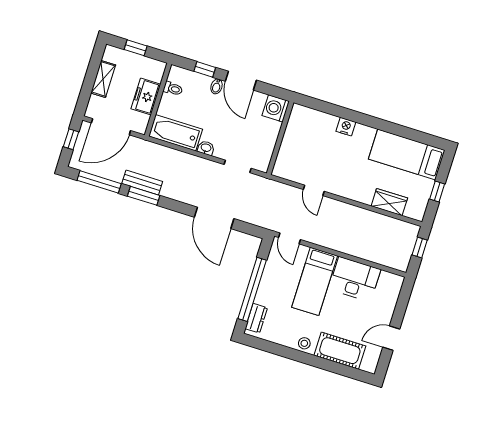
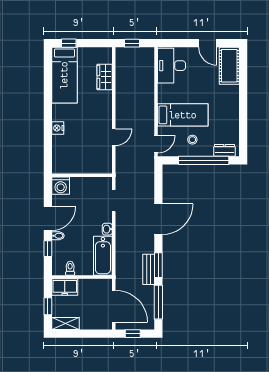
shelving: (103, 79) -> (66, 324), moved
freezer: (146, 97) -> (65, 287), moved
window: (437, 192) -> (69, 43), moved
door: (214, 218) -> (158, 219), moved
desk: (355, 279) -> (171, 66), moved
stool: (304, 343) -> (192, 140), moved
cot: (340, 351) -> (229, 66), moved

